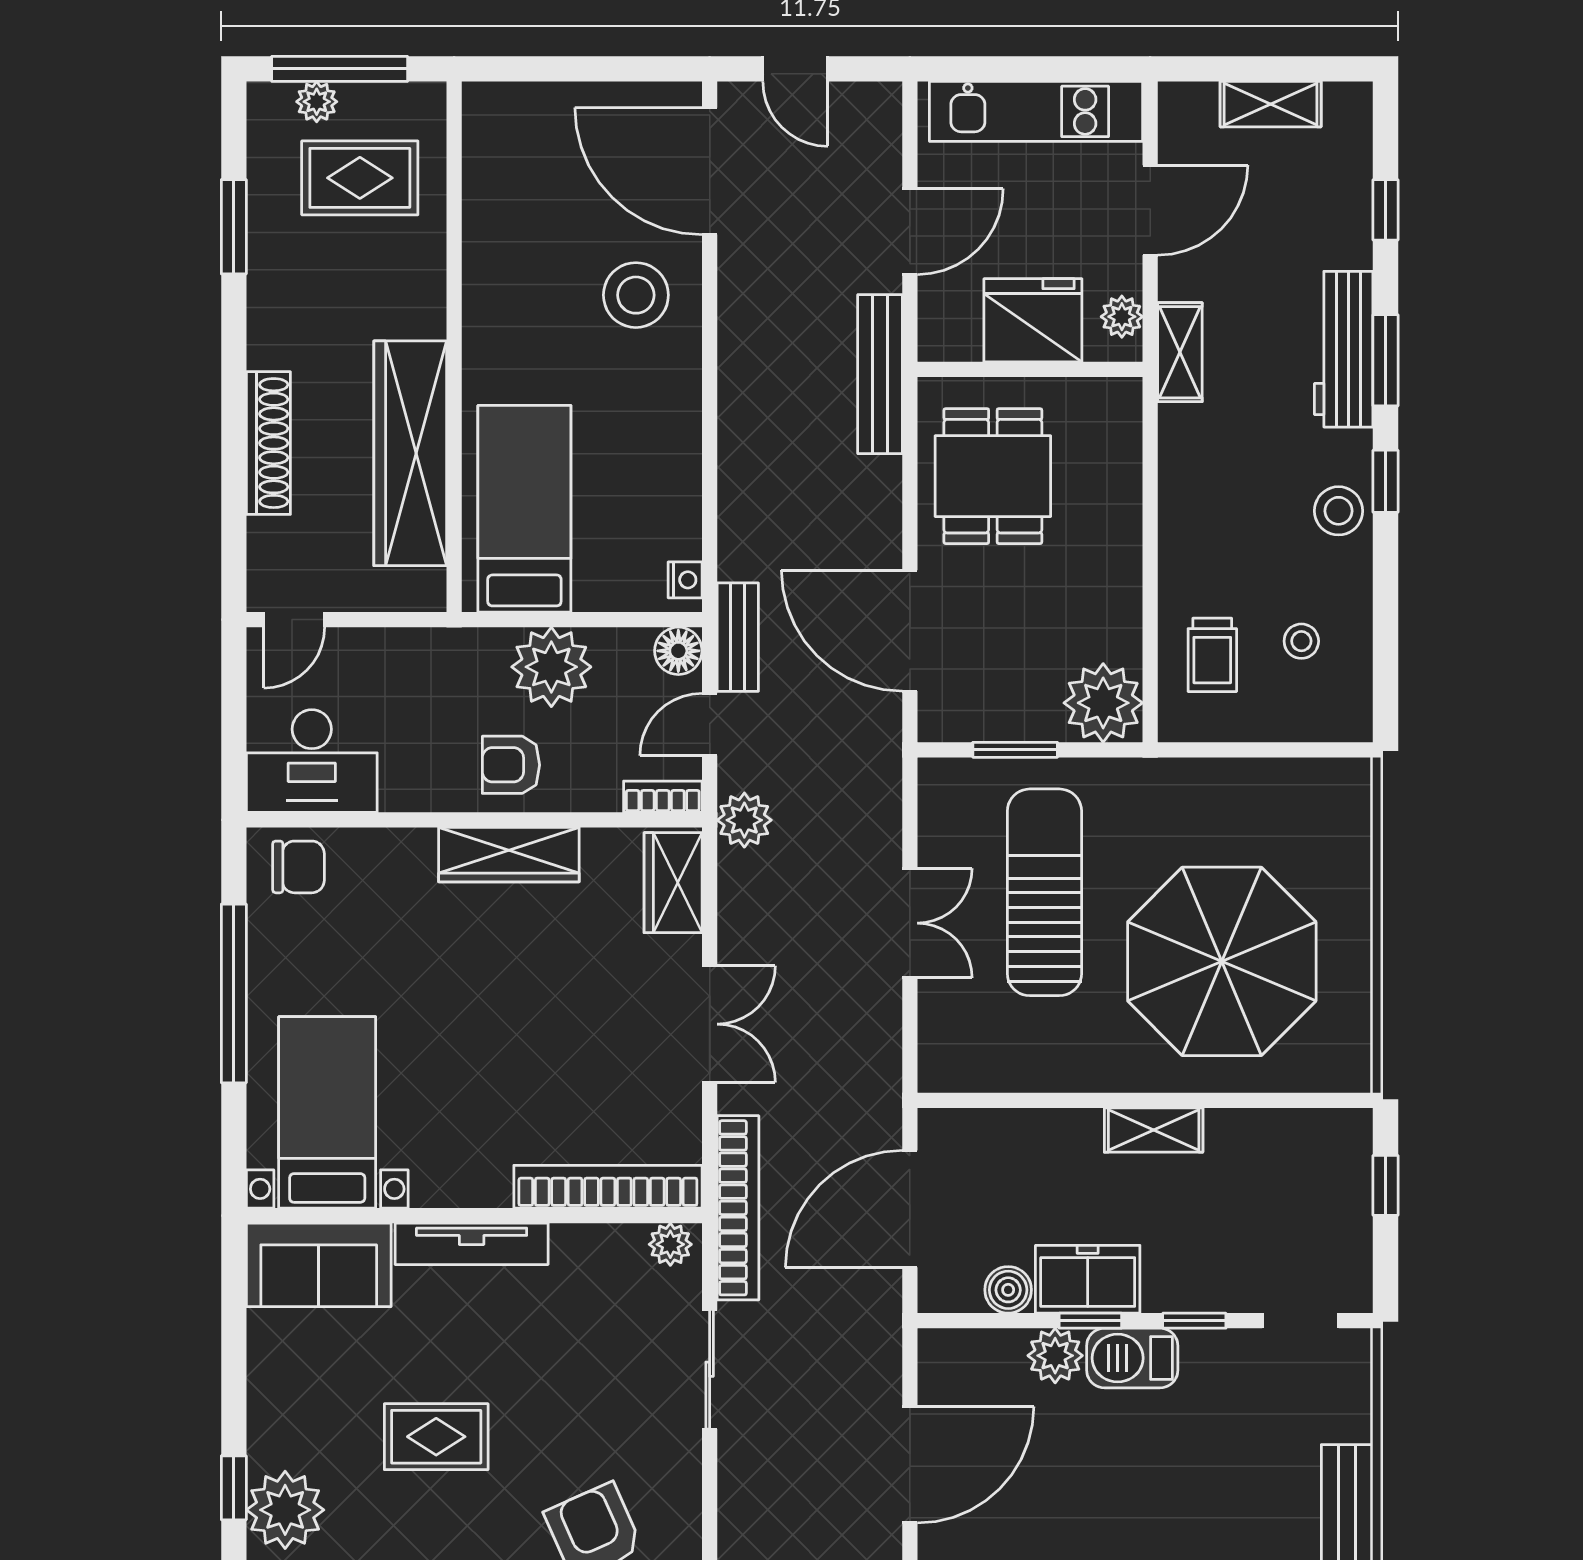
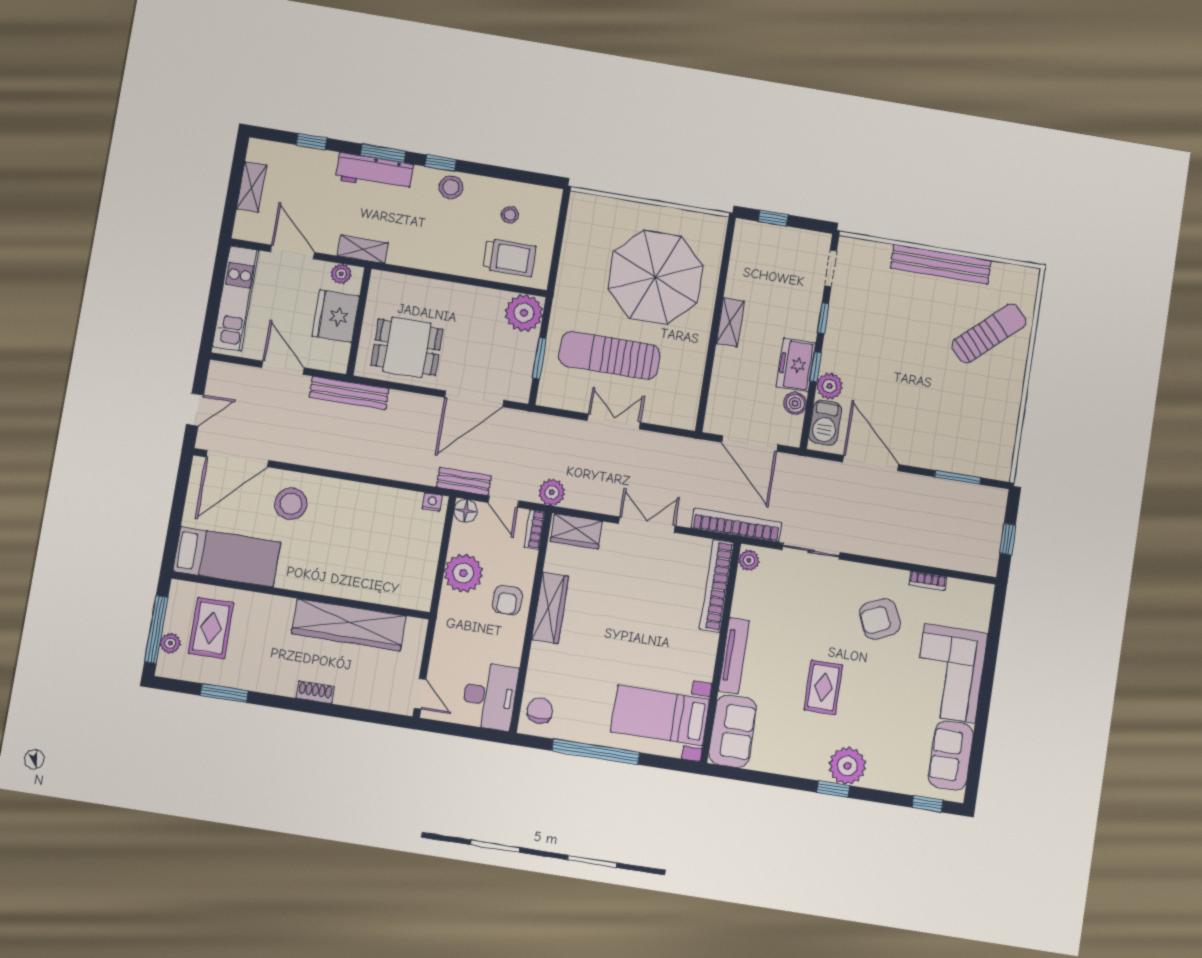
shoe rack: (268, 443) -> (315, 692), width x0.51, depth x0.81
bed: (524, 509) -> (227, 557), moved, turned 180
trolley: (1212, 655) -> (510, 258), width x1.36, depth x1.39
barbecue: (1132, 1358) -> (825, 423), moved

